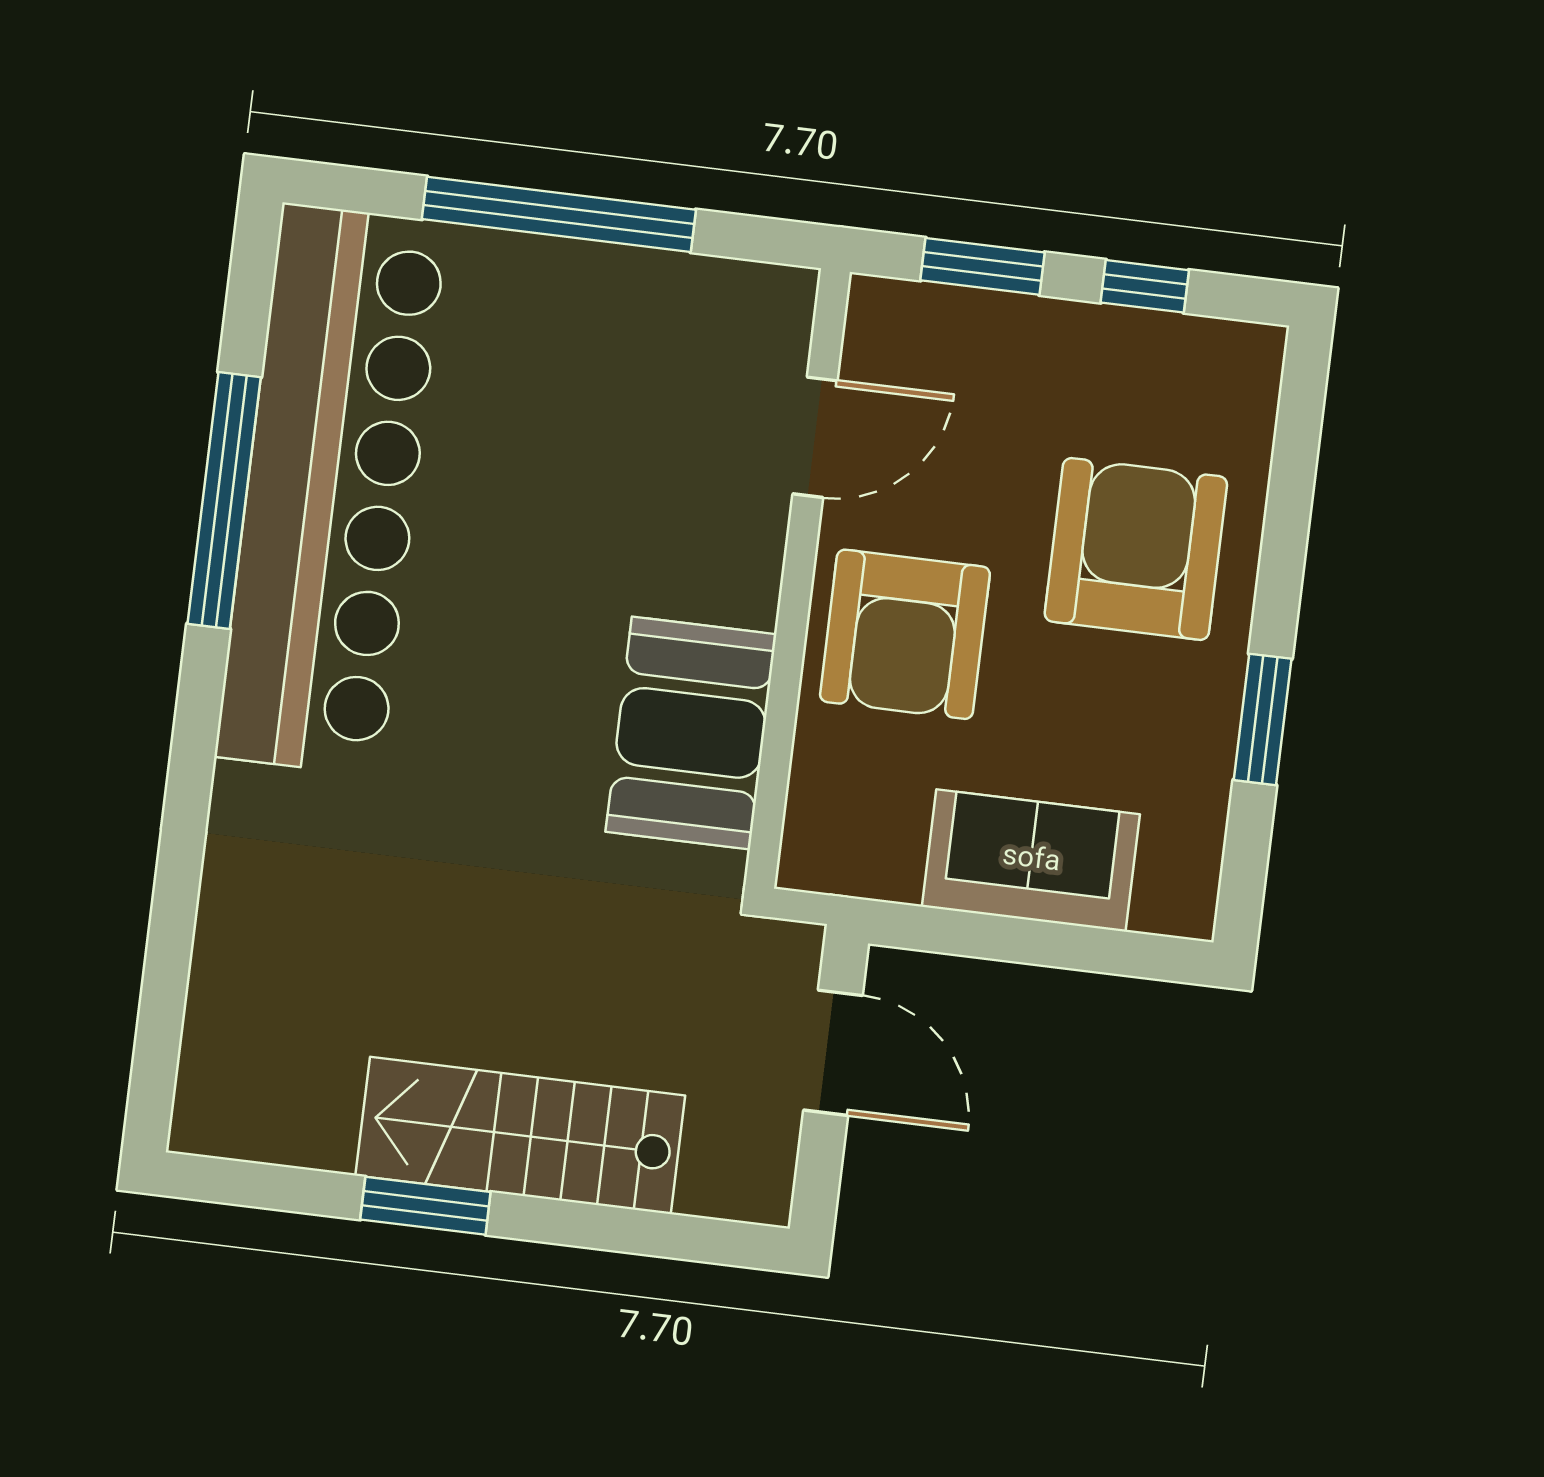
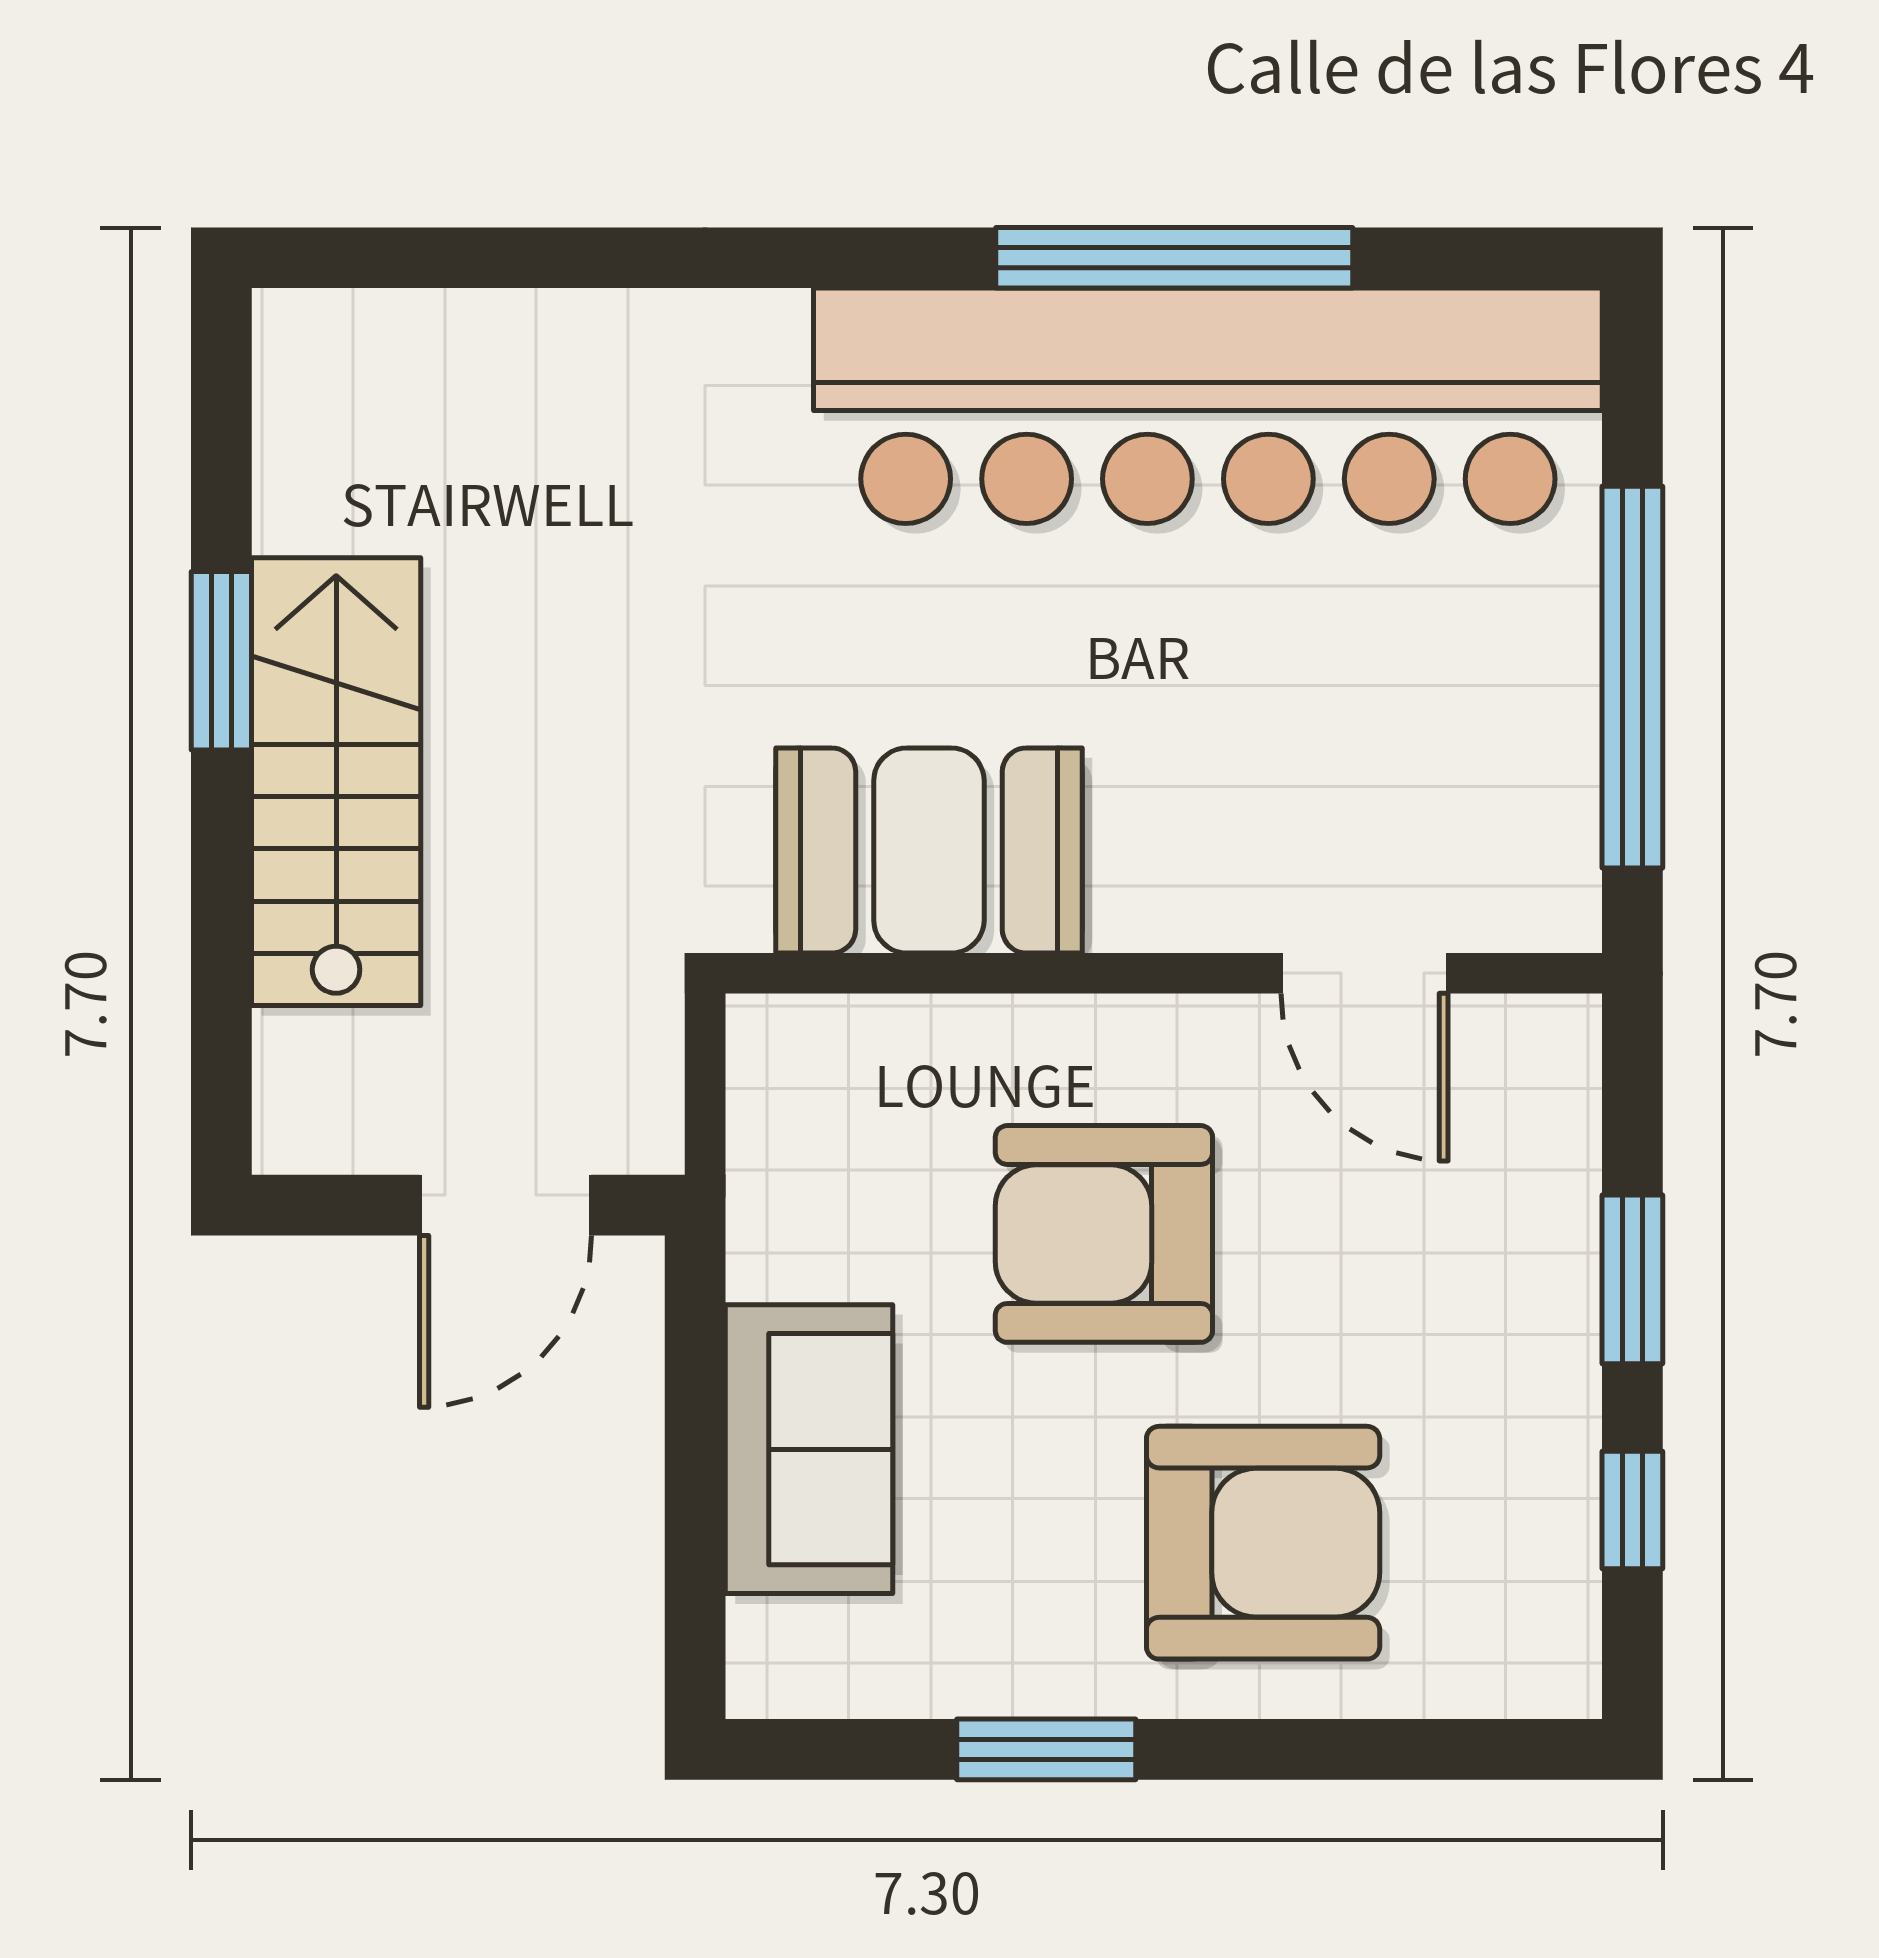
door: (815, 437) -> (1364, 973), moved
wall: (798, 578) -> (1164, 973), moved
booth: (691, 733) -> (929, 850), moved

